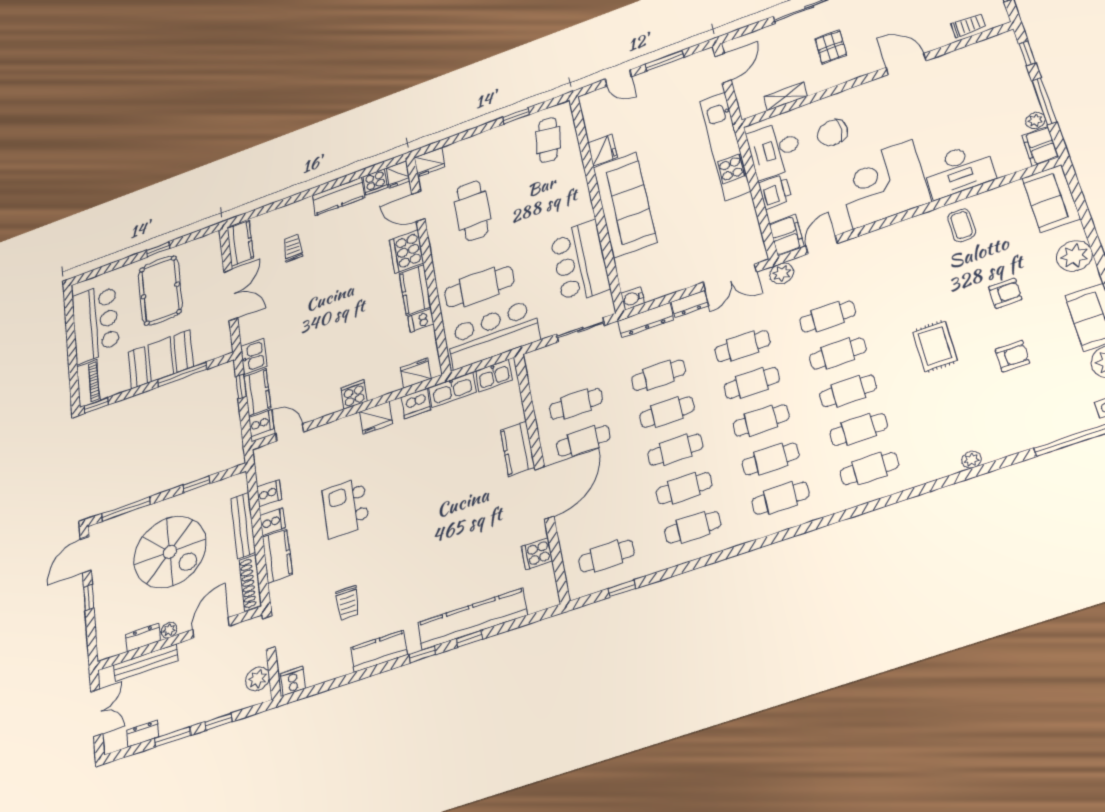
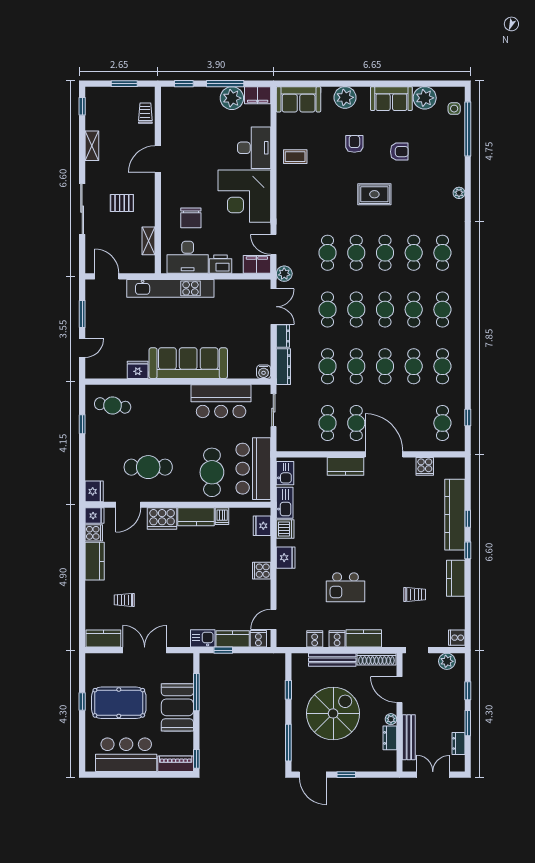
plant: (1035, 120) -> (232, 98), width x1.87, depth x1.87
armchair: (1012, 356) -> (399, 152), turned 90

